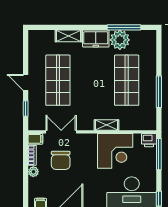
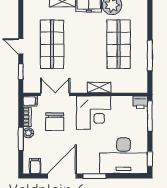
corner desk: (115, 151) -> (94, 113), moved
window: (26, 178) -> (21, 139), added

